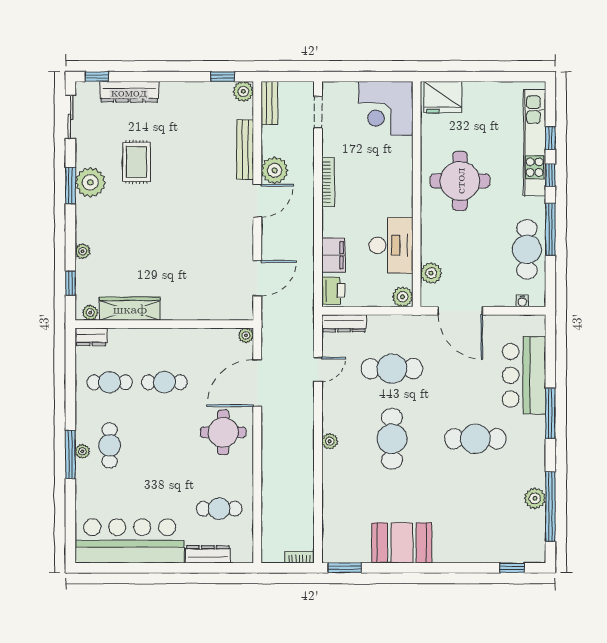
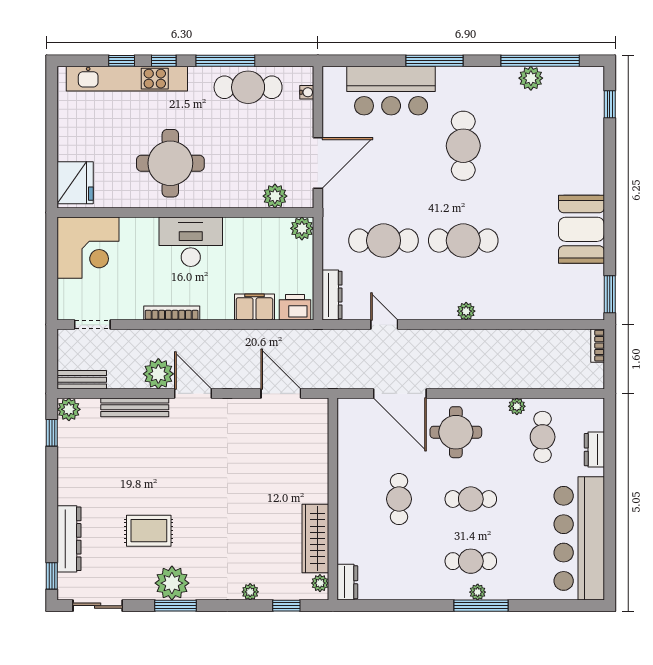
desk: (391, 245) -> (191, 242), moved
plant: (246, 335) -> (517, 406), moved
cafe table: (392, 369) -> (384, 241), turned 90
cafe table: (110, 382) -> (471, 499), moved, turned 90
dresser: (208, 554) -> (594, 450), width x0.70

